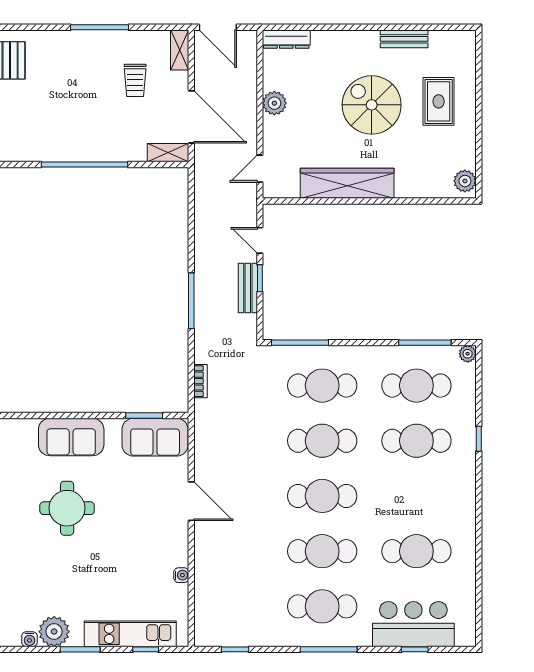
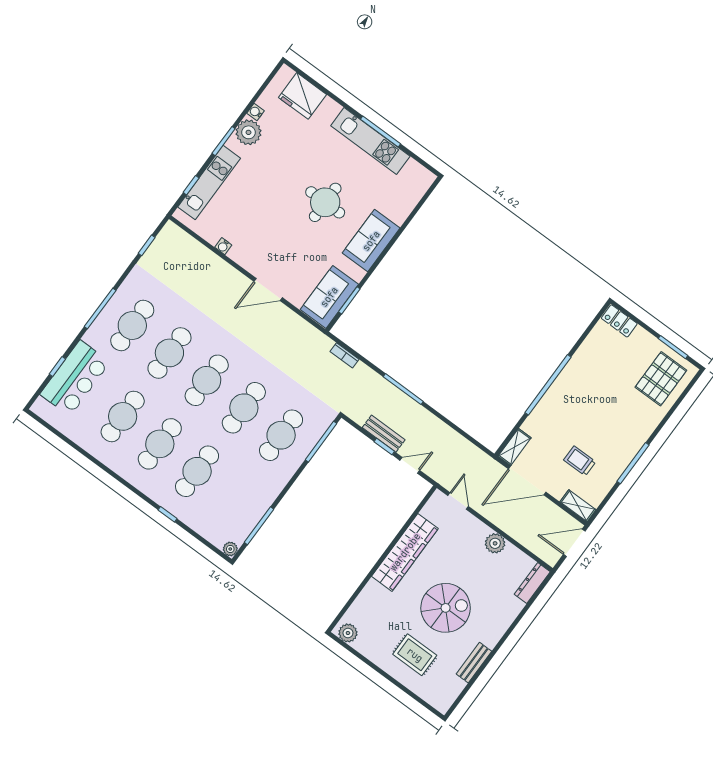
cafe table: (416, 386) -> (160, 444), moved

